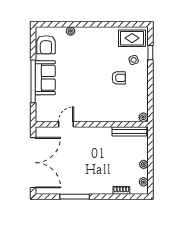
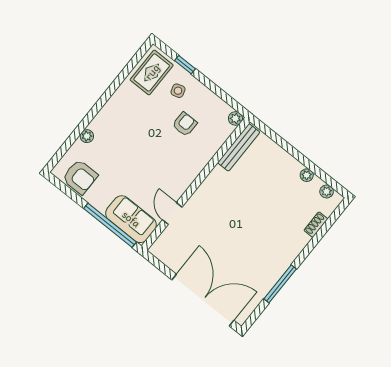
sofa: (45, 78) -> (131, 219), moved
plant: (143, 117) -> (235, 118), moved
door: (66, 124) -> (172, 213), moved
wall: (92, 124) -> (196, 184), moved
bench: (129, 131) -> (239, 147), moved

